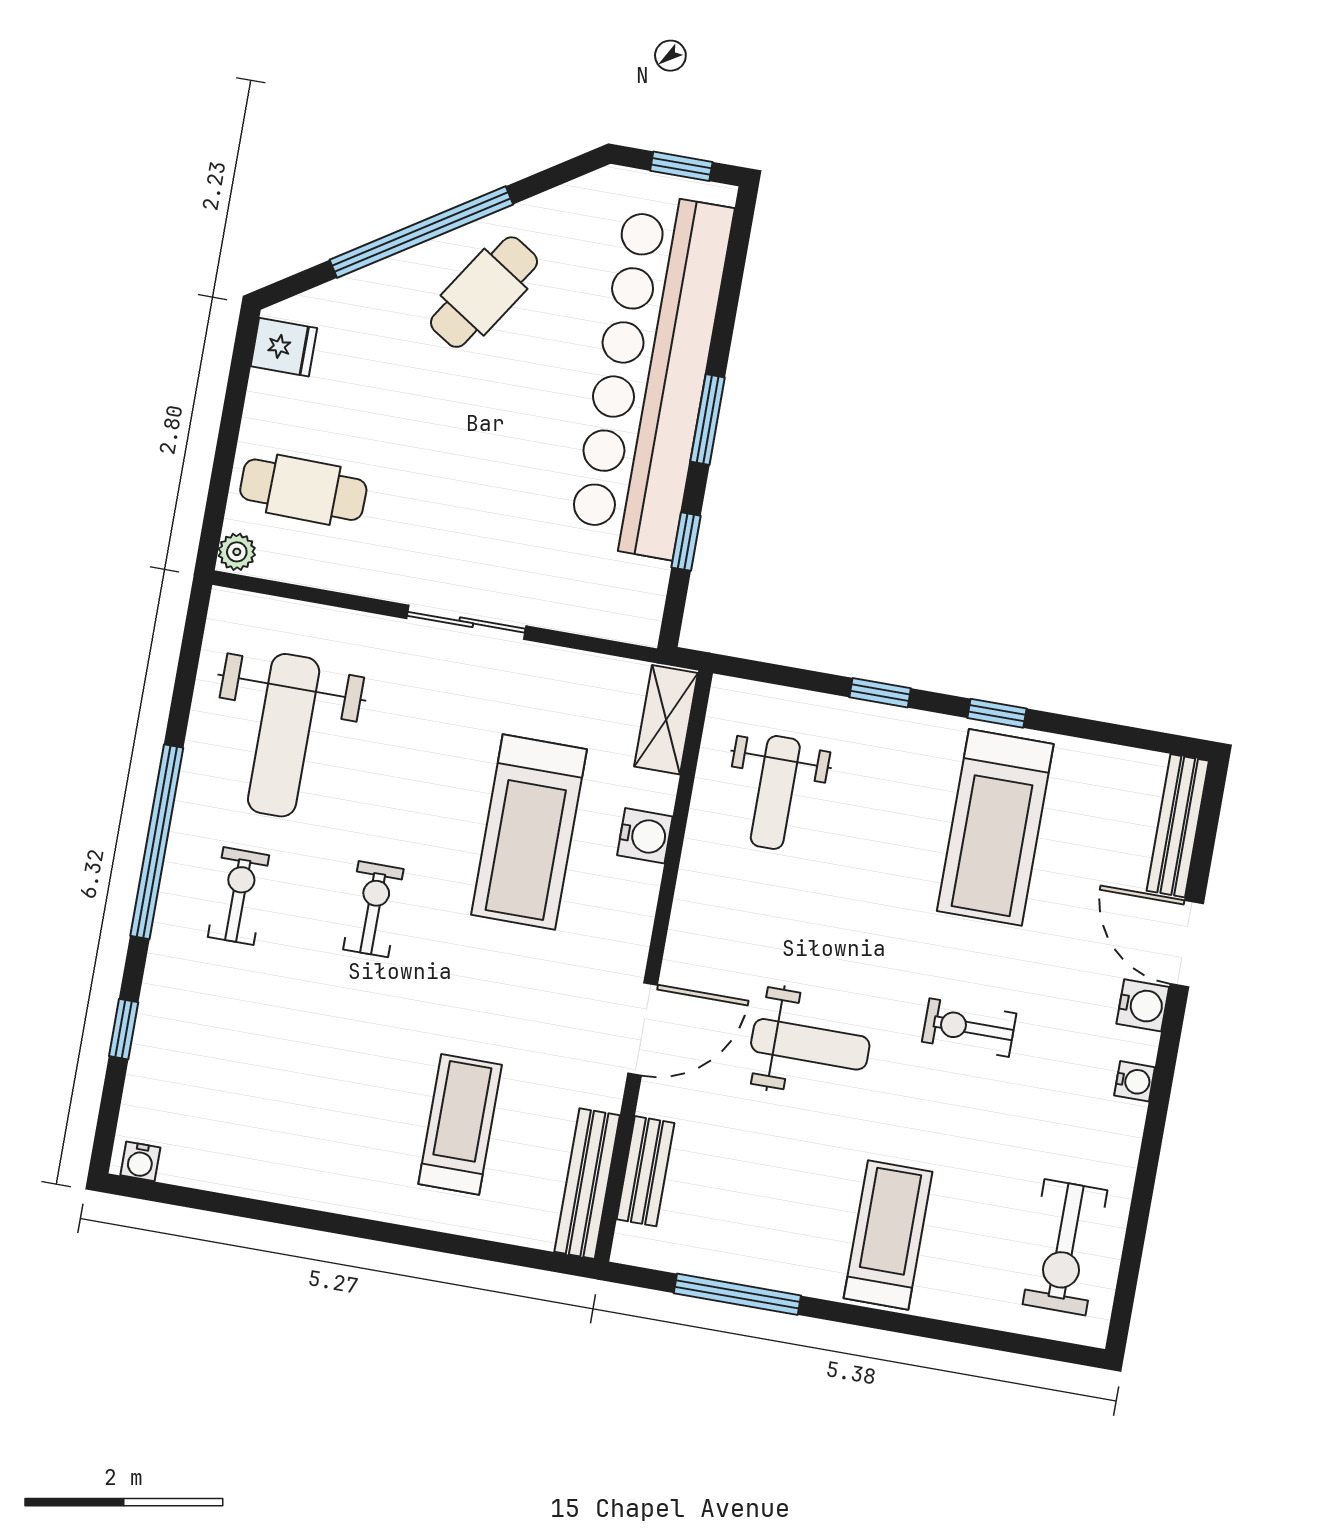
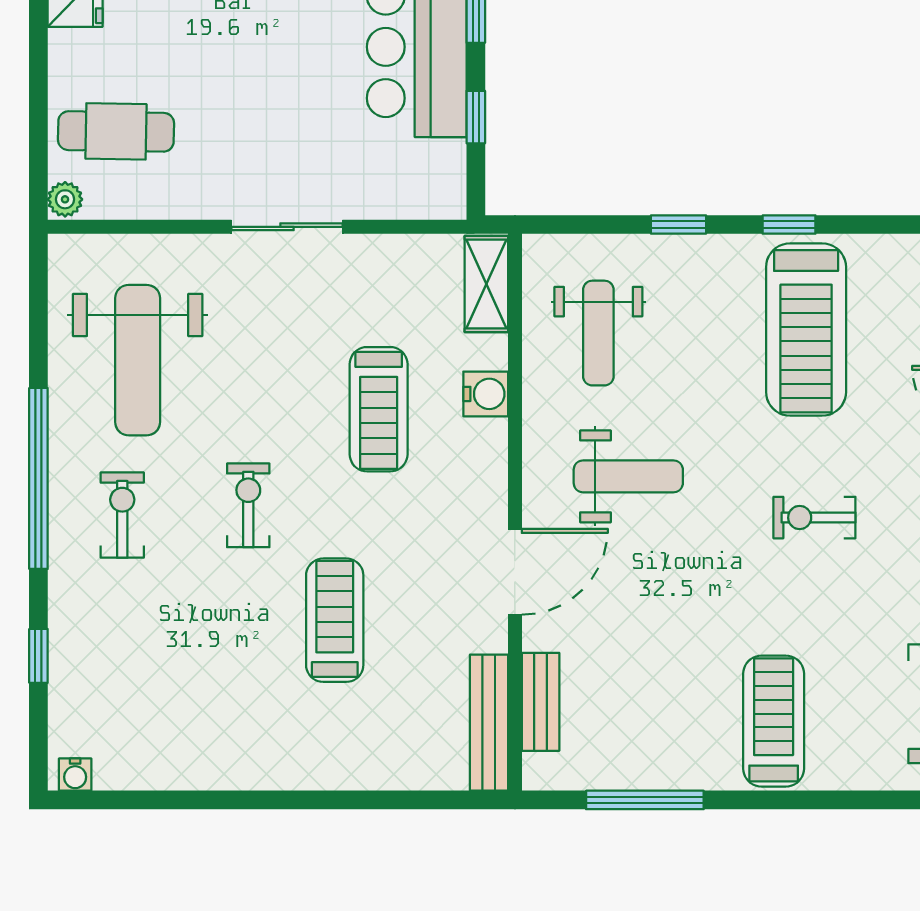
treadmill: (529, 832) -> (379, 409), width x0.73, depth x0.73
weight bench: (810, 1044) -> (628, 476), moved
treadmill: (460, 1124) -> (335, 620), moved

